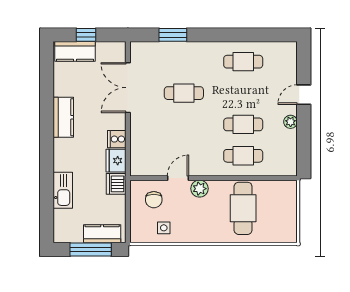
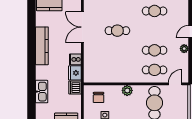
kitchen counter: (63, 117) -> (42, 46), width x1.50
door: (178, 178) -> (175, 84), moved

